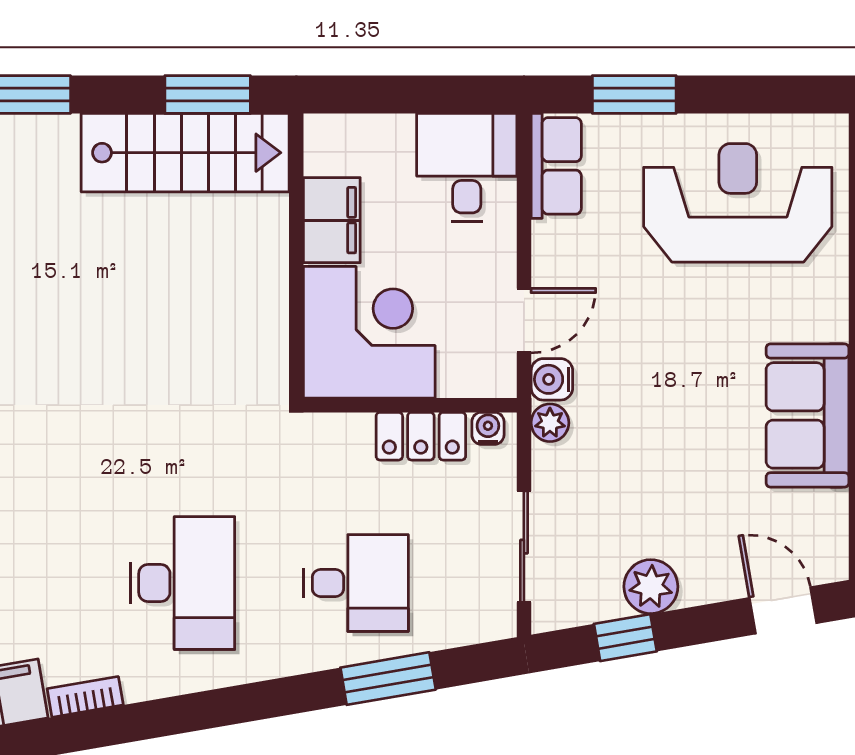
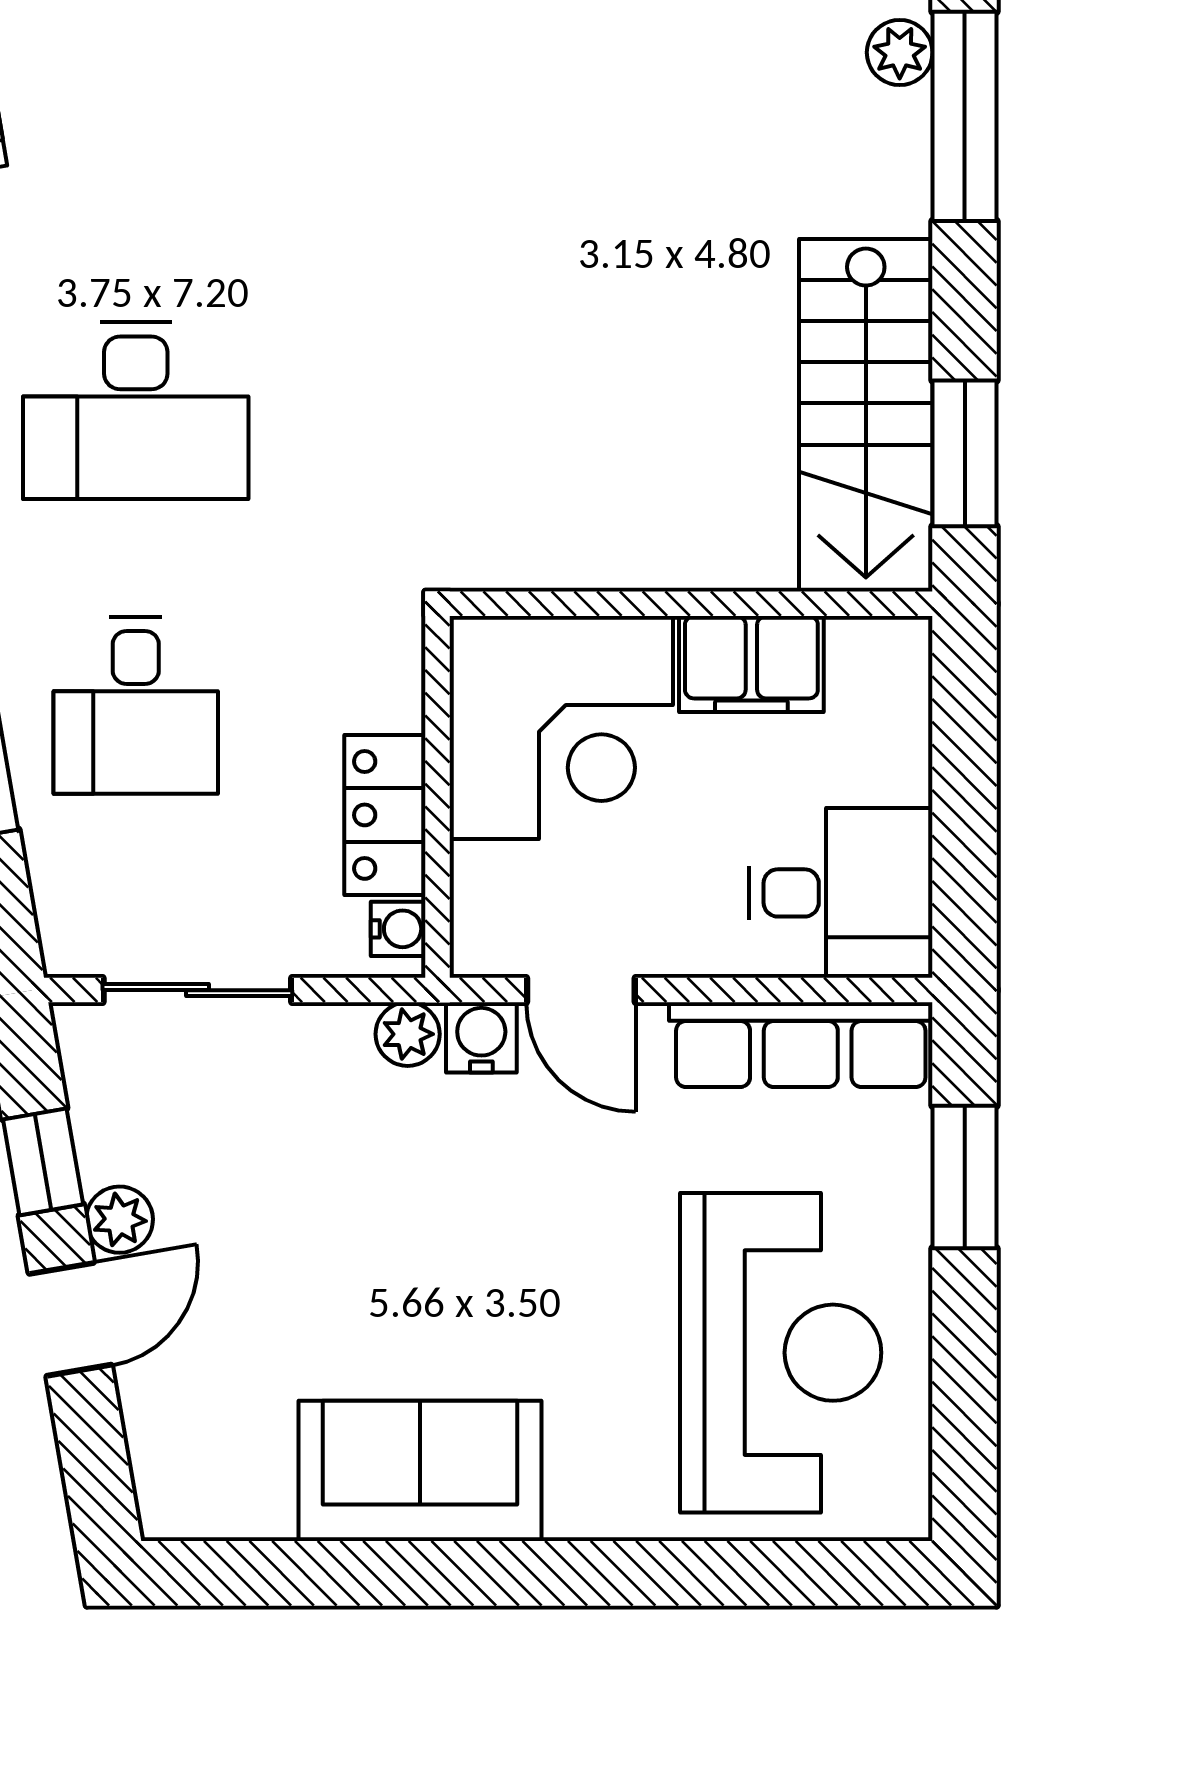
row of seats: (556, 166) -> (801, 1045), width x1.48
plant: (651, 587) -> (119, 1220), width x0.73, depth x0.73
door: (783, 610) -> (70, 1319), moved

